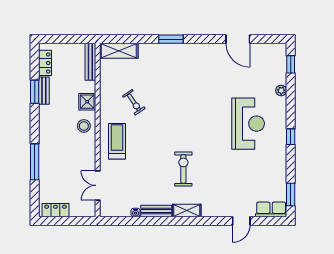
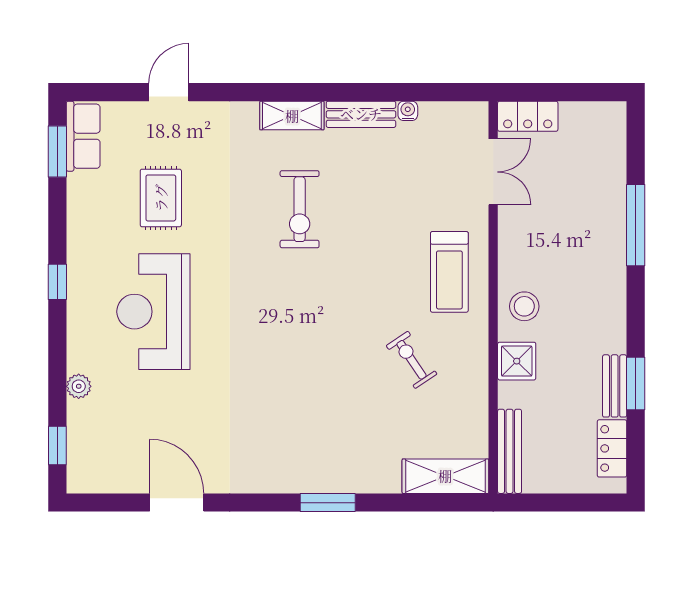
rug: (245, 174) -> (161, 198), added
row of seats: (271, 209) -> (83, 136), moved, turned -90
locker: (55, 210) -> (528, 116), moved

